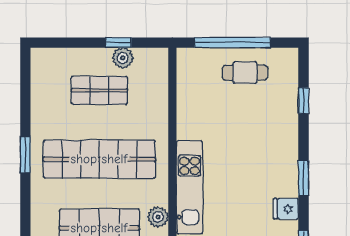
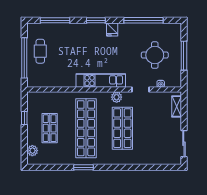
plant: (123, 58) -> (32, 151), moved
window: (303, 101) -> (55, 20), width x2.17

